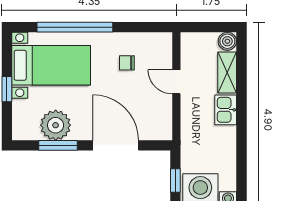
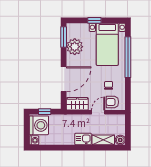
armchair: (157, 56) -> (112, 102), added
wardrobe: (161, 120) -> (77, 104), added
window: (58, 145) -> (64, 37), moved

